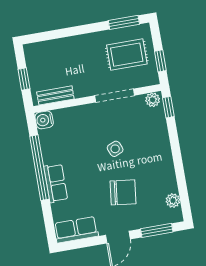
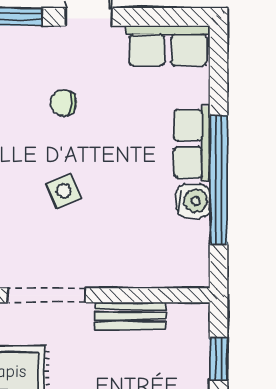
bench: (55, 95) -> (130, 316), moved
water cooler: (44, 120) -> (193, 201), moved
chair: (123, 192) -> (63, 103), width x0.54, depth x0.54

